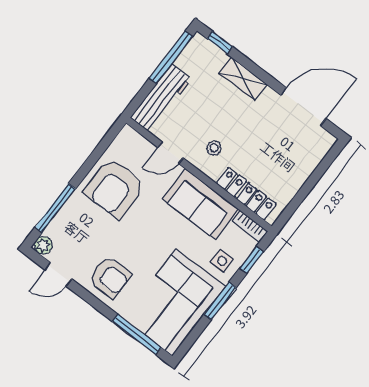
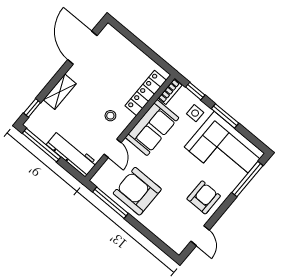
armchair: (114, 188) -> (137, 191), turned 180
window: (55, 208) -> (110, 203), moved
plant: (43, 245) -> (178, 246), removed

